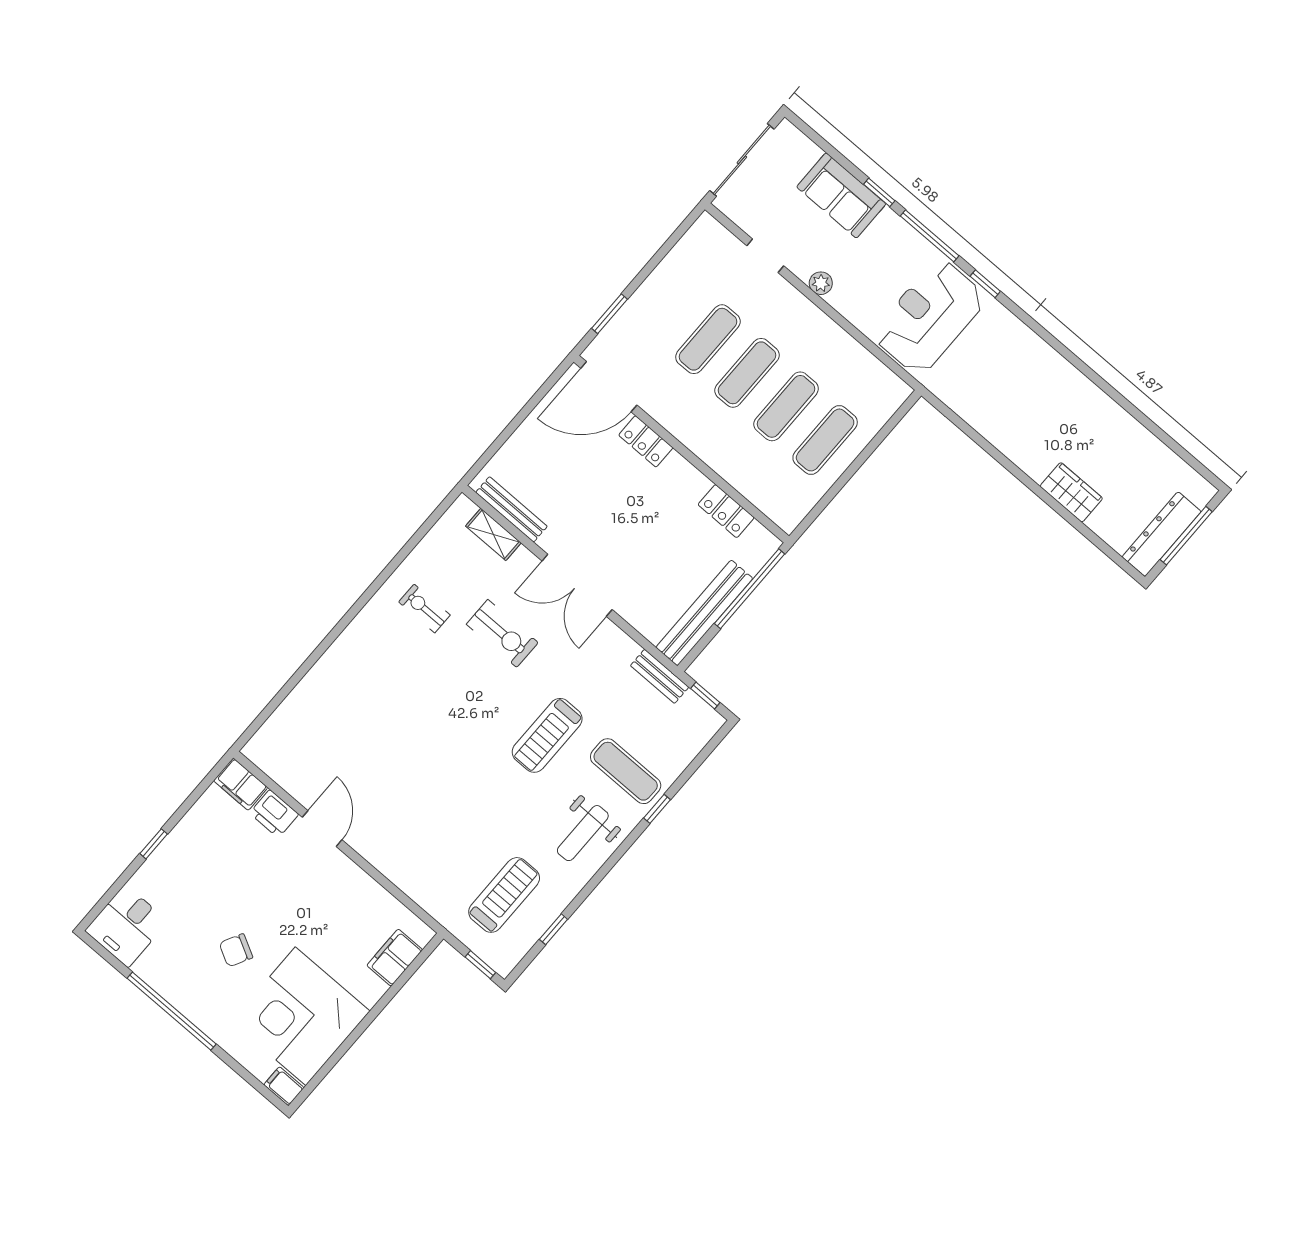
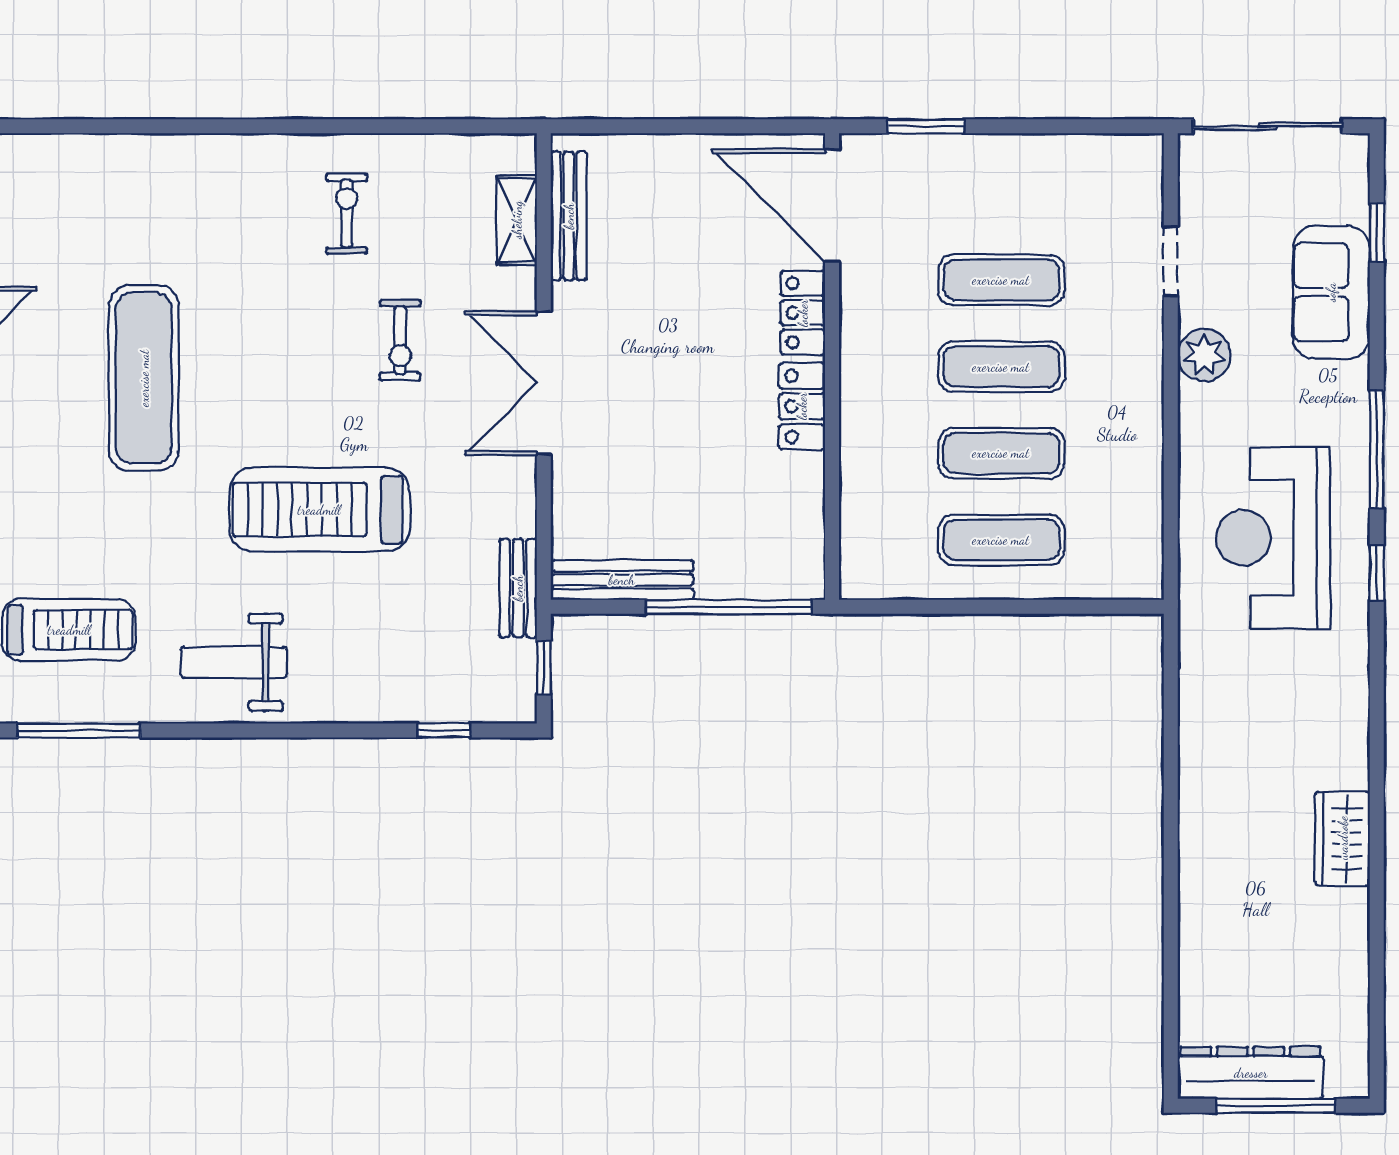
window: (879, 192) -> (1377, 233), moved
plant: (821, 283) -> (1204, 355), width x1.38, depth x1.38
reception desk: (929, 317) -> (1273, 538), turned -90
wardrobe: (1071, 492) -> (1343, 838), moved, turned 180
locker: (726, 511) -> (802, 406), moved
bench: (704, 613) -> (622, 580), width x0.73, depth x0.82
exercise bike: (502, 633) -> (400, 340), width x0.73, depth x0.72
treadmill: (547, 735) -> (319, 510), width x1.37, depth x1.38
exercise mat: (626, 771) -> (144, 378), moved, width x1.36, depth x1.45
window: (657, 809) -> (444, 730), moved
window: (553, 929) -> (79, 730), width x2.17

